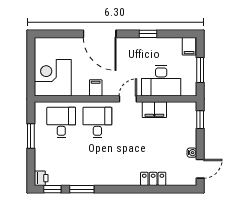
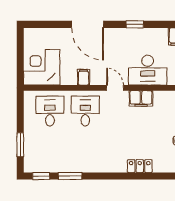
door: (128, 99) -> (115, 88), hinge flipped
window: (31, 136) -> (20, 145), moved
printer: (41, 178) -> (30, 165), removed

